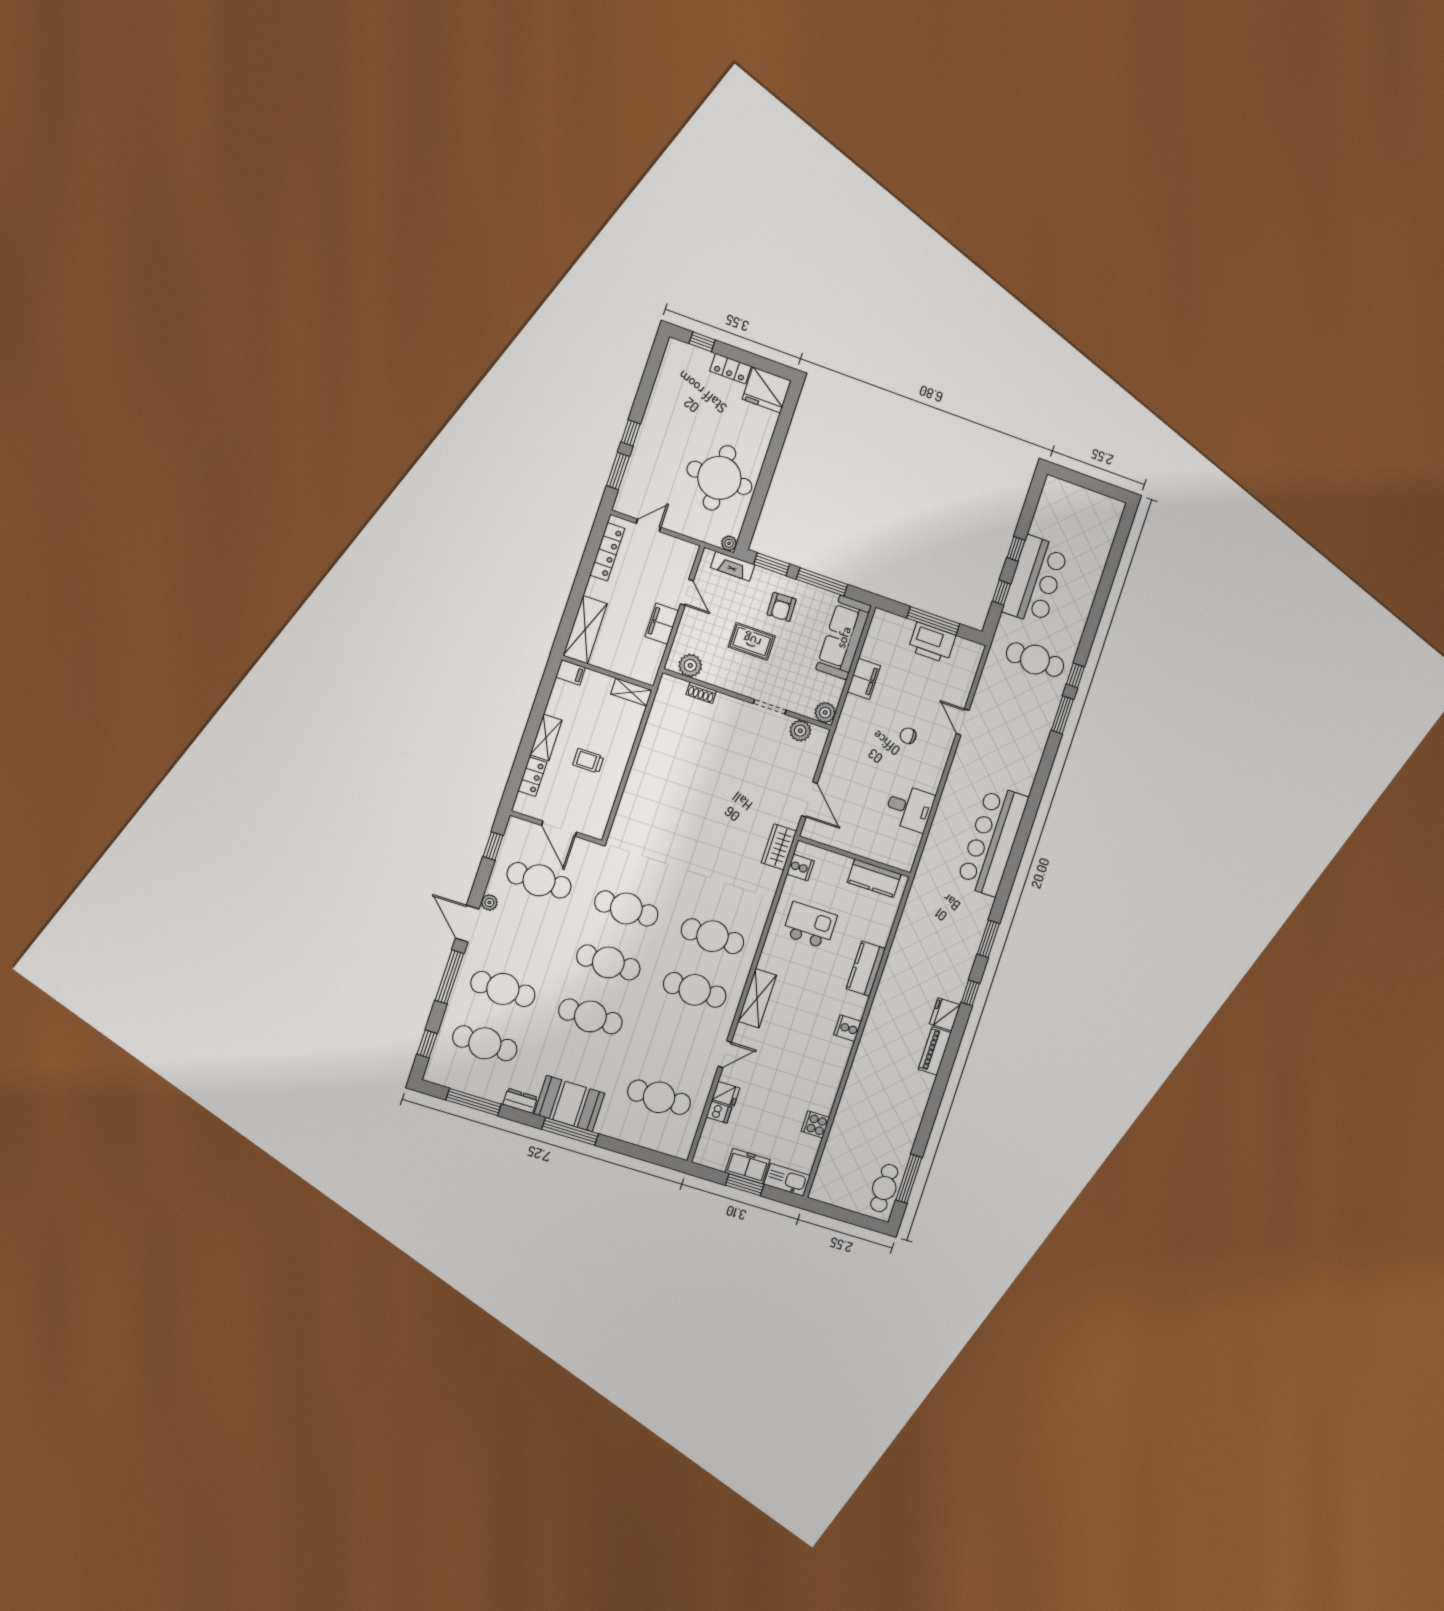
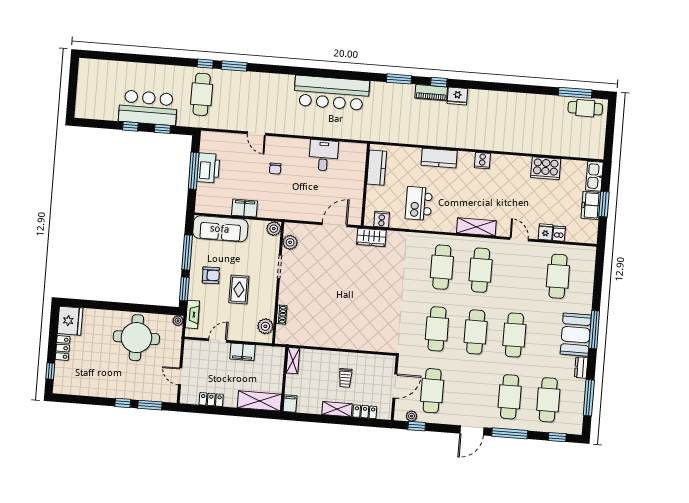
locker: (607, 552) -> (211, 400), width x0.66
door: (963, 722) -> (256, 134), hinge flipped
plant: (489, 903) -> (412, 416), moved
piano: (935, 1051) -> (431, 93), moved
cooker: (815, 1124) -> (546, 168), width x1.87, depth x1.31

